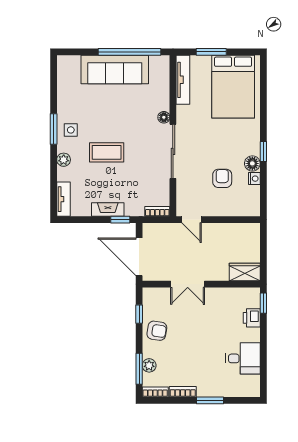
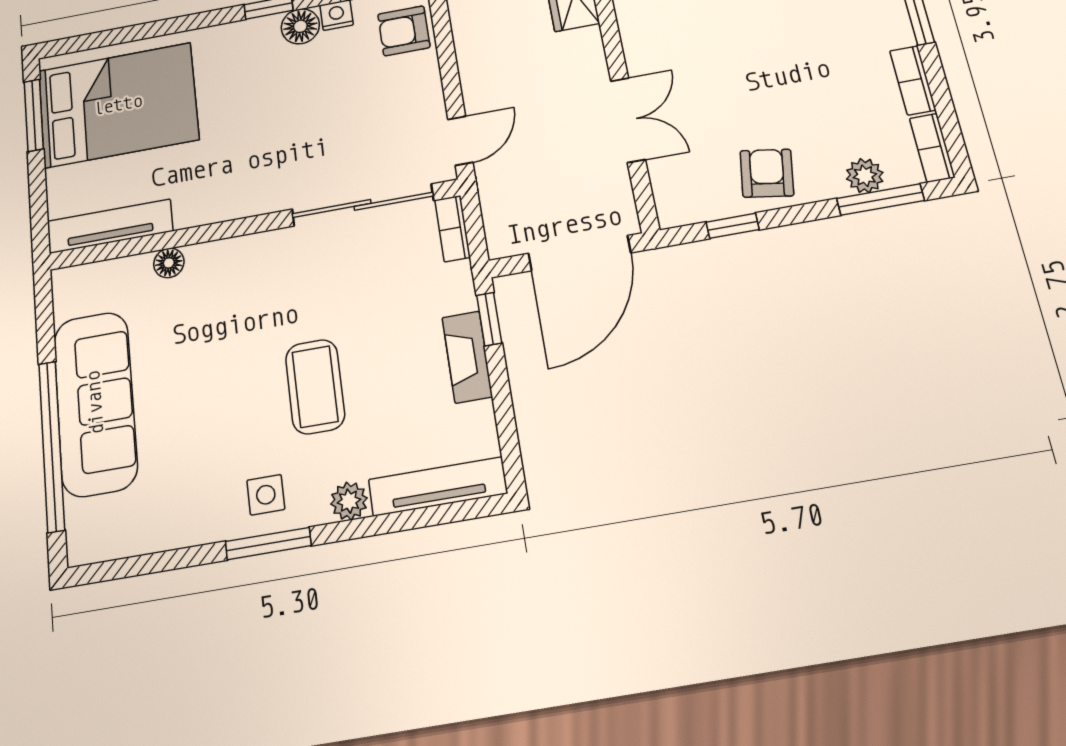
window: (129, 52) -> (52, 446), moved
window: (211, 52) -> (34, 115), moved
floor lamp: (164, 117) -> (169, 263), moved
sliding door: (173, 151) -> (363, 205), moved
armchair: (222, 178) -> (404, 31), moved
tv unit: (63, 199) -> (438, 486), width x1.41

